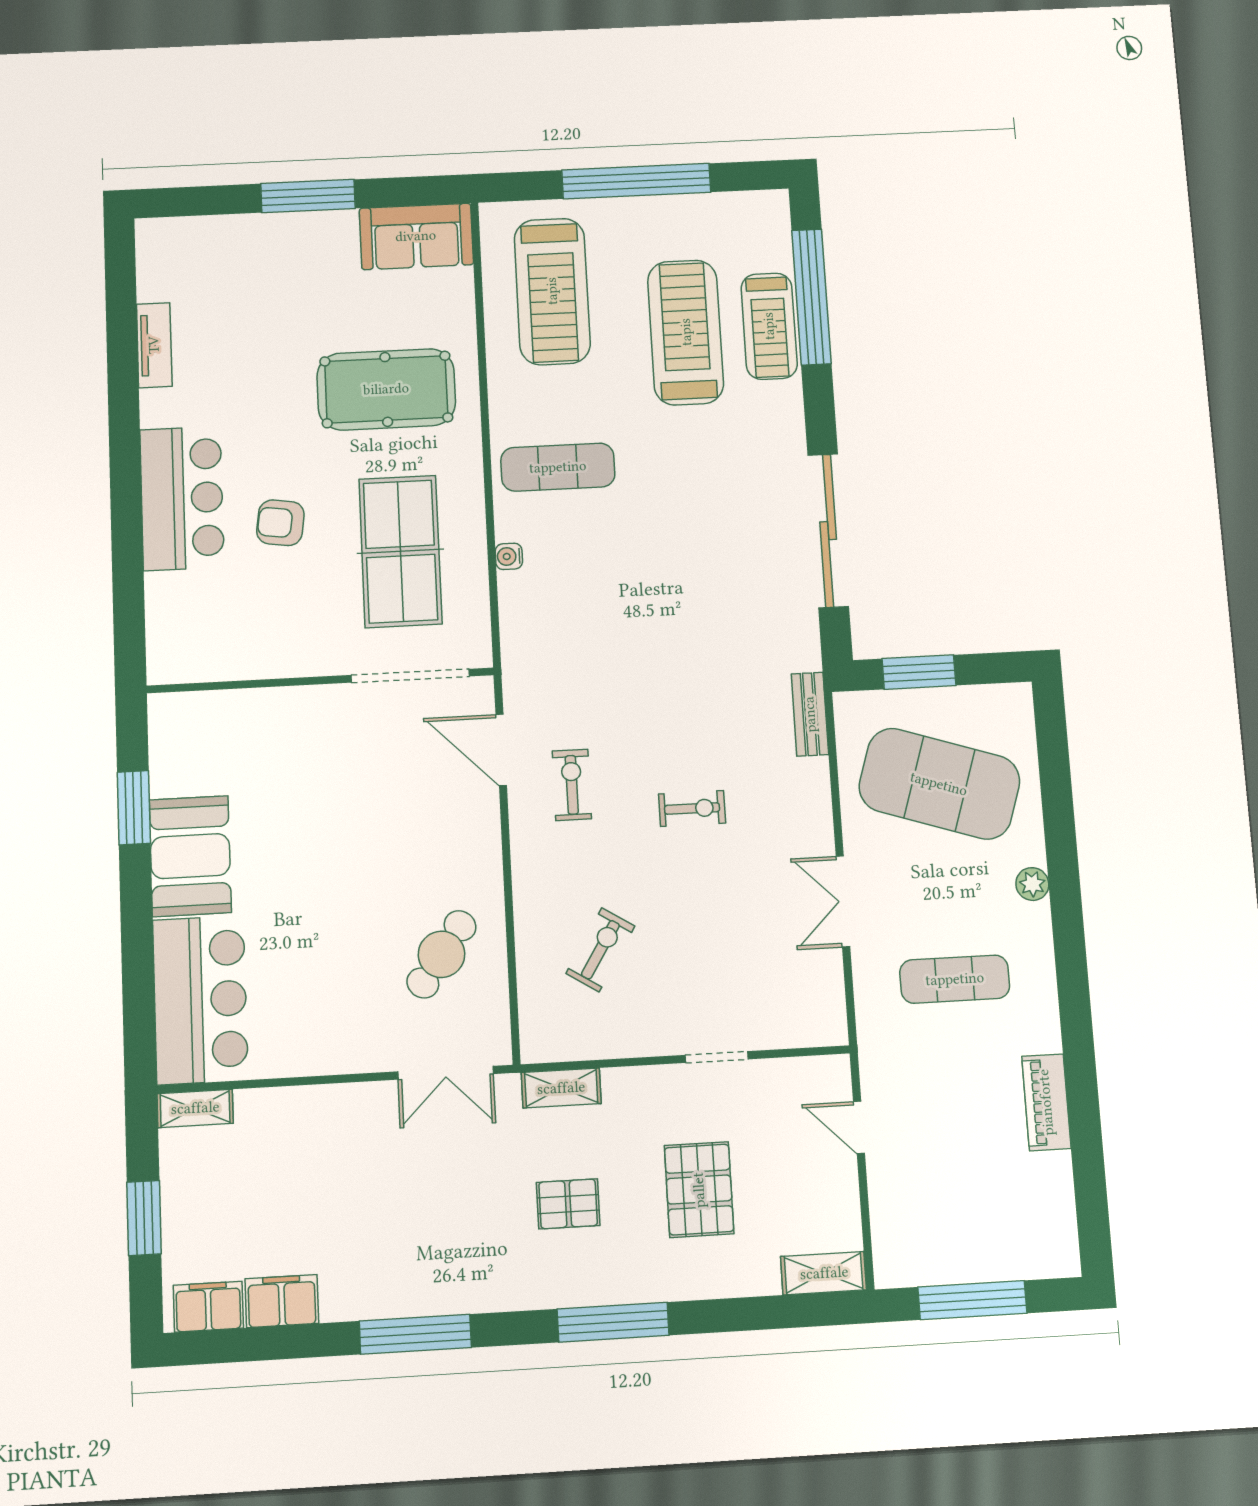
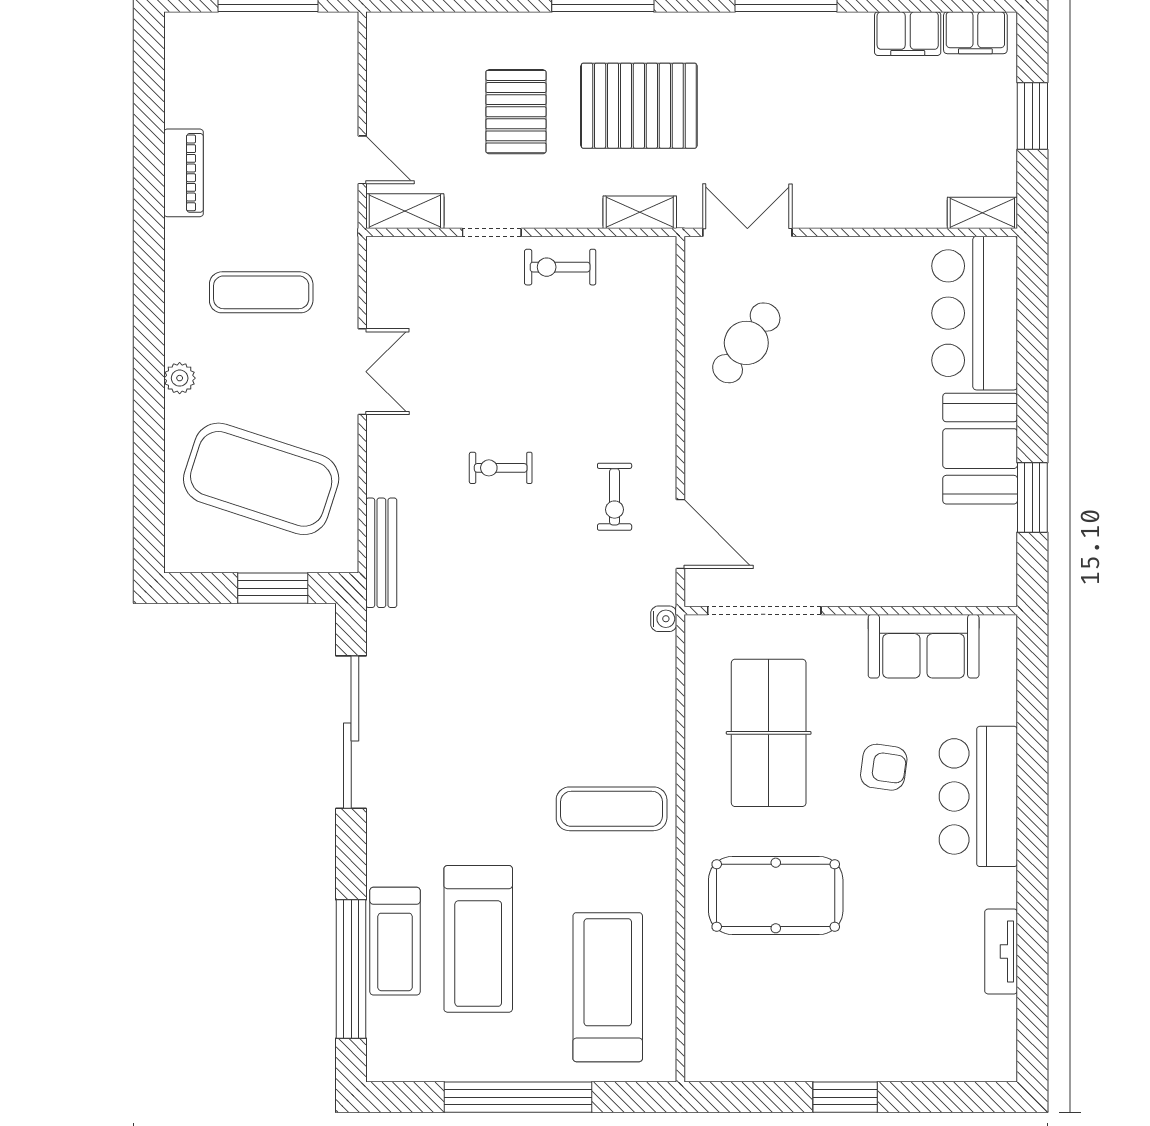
window: (308, 196) -> (845, 1097), width x0.69
sofa: (416, 236) -> (924, 646), moved, turned 180
treadmill: (769, 326) -> (395, 941), turned 180
water cooler: (509, 556) -> (664, 619), moved
bench: (810, 714) -> (381, 553), width x1.36
exercise bike: (600, 950) -> (560, 267), moved, turned 58
pallet: (568, 1204) -> (639, 106), width x2.05, depth x2.00
shelving: (824, 1273) -> (405, 211), moved

